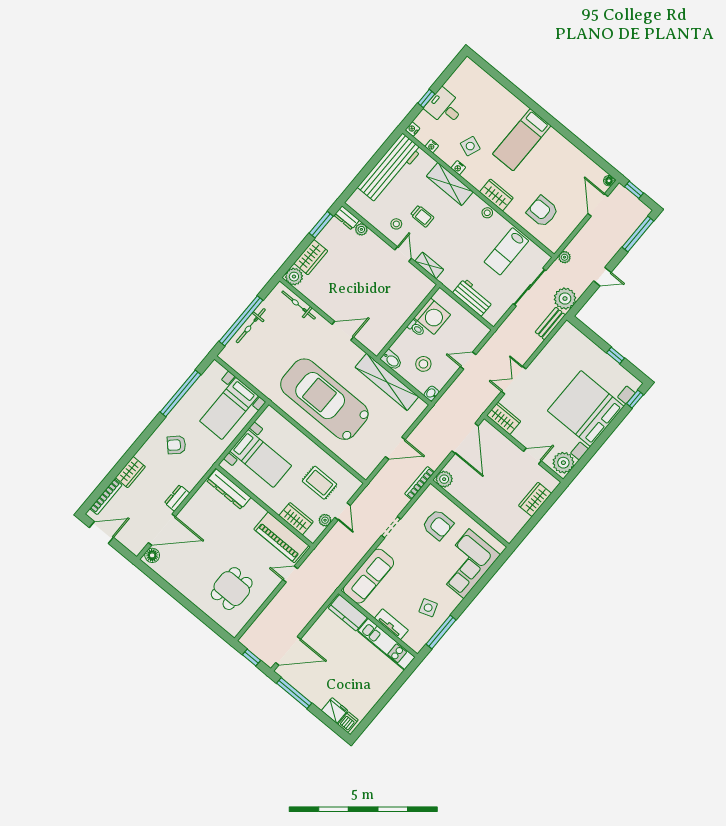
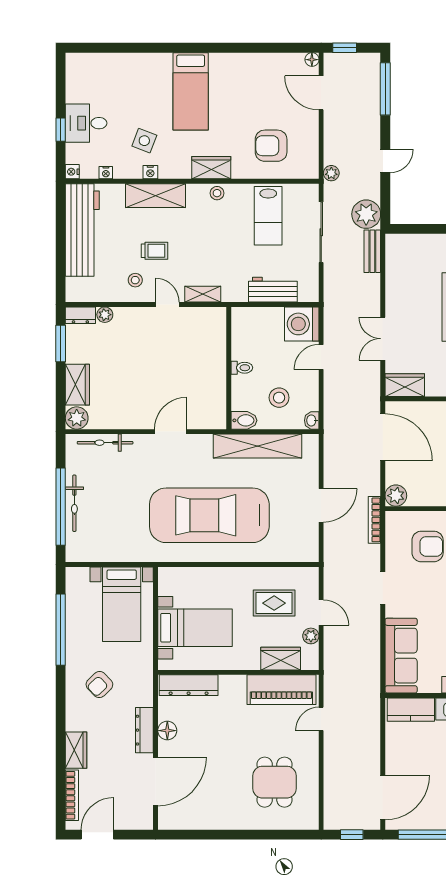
washing machine: (432, 316) -> (302, 324), moved, turned 180
dresser: (177, 498) -> (144, 730), width x1.44
floor lamp: (152, 555) -> (167, 731), moved

